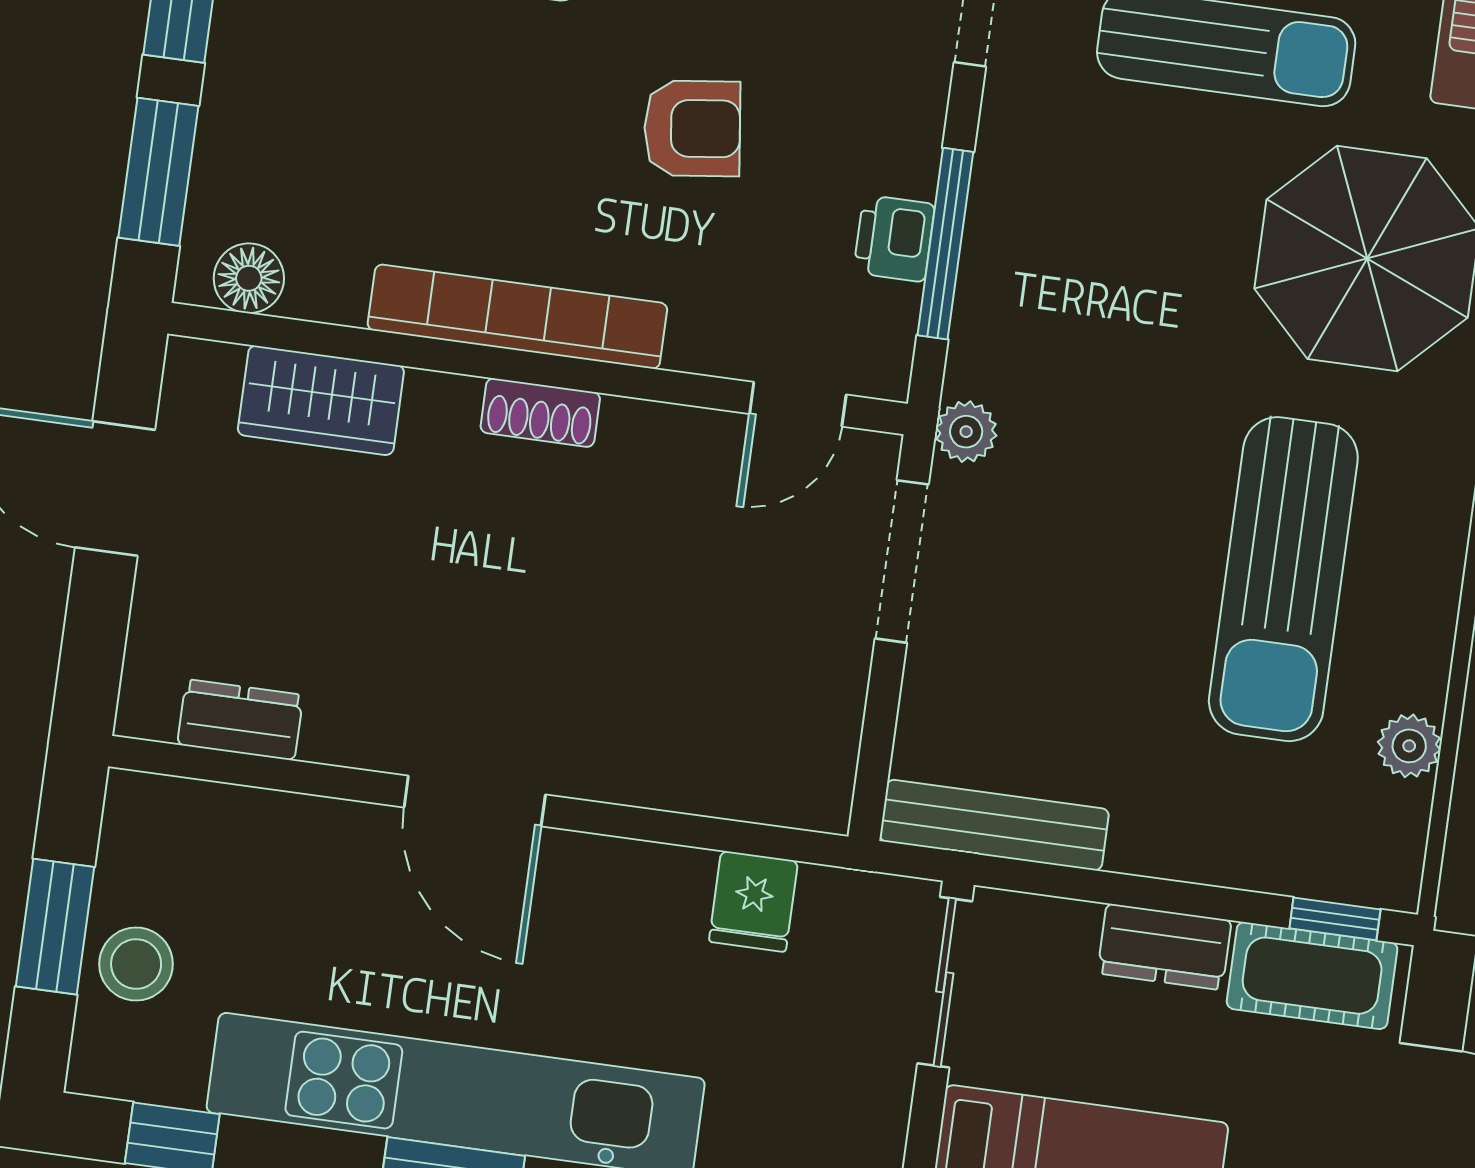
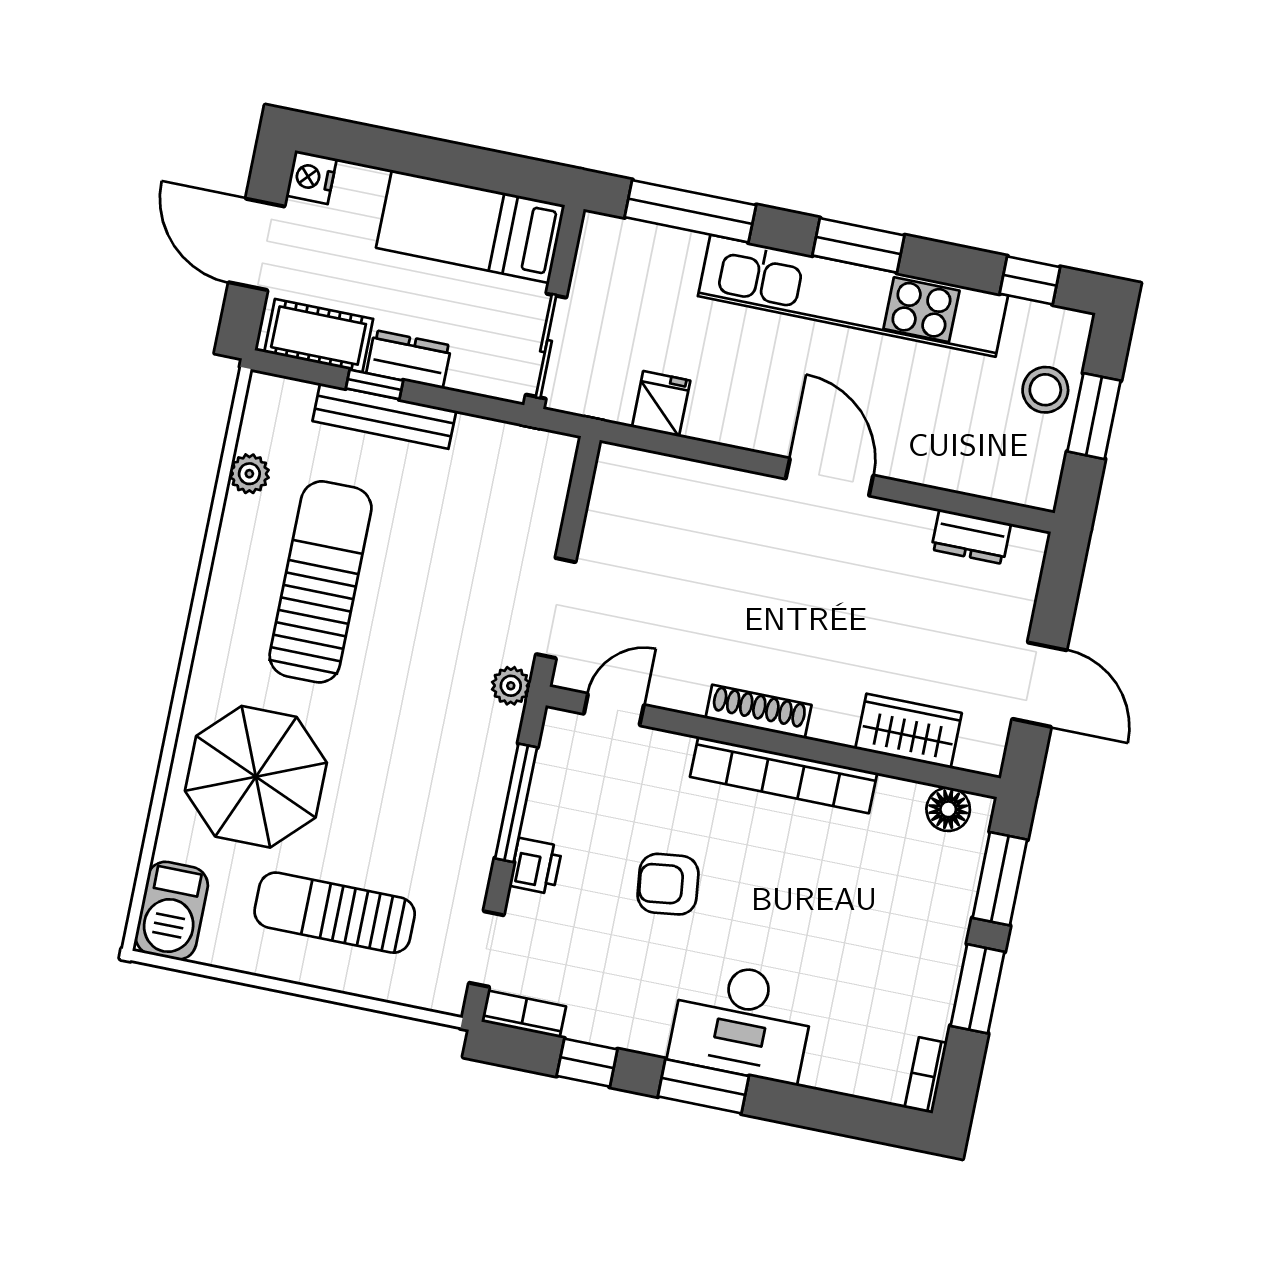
printer: (894, 238) -> (536, 866), moved
shoe rack: (540, 413) -> (758, 712), width x1.43
bench: (994, 825) -> (384, 416), moved
window: (1335, 919) -> (374, 384), moved

